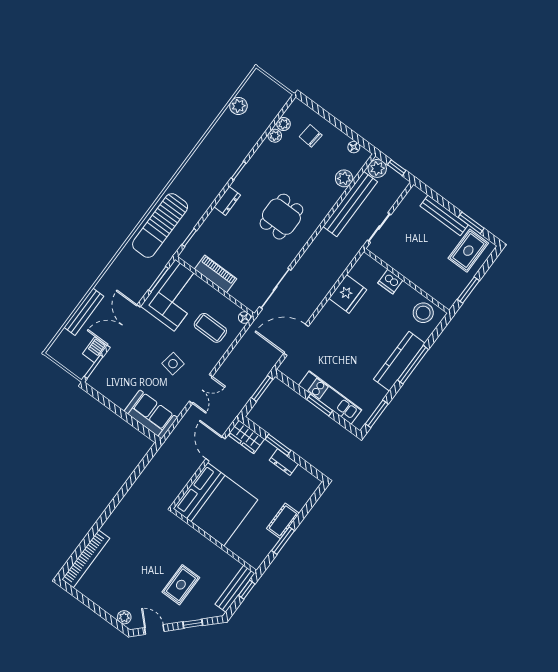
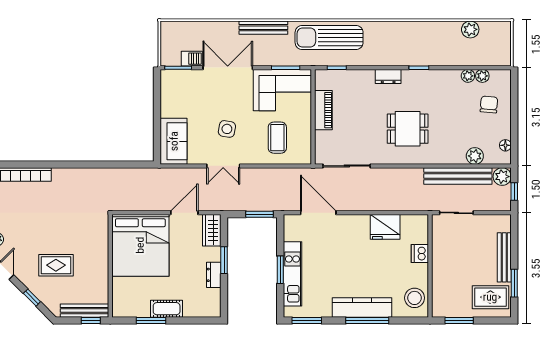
bench: (84, 312) -> (263, 28), moved
floor lamp: (244, 317) -> (306, 159), removed

